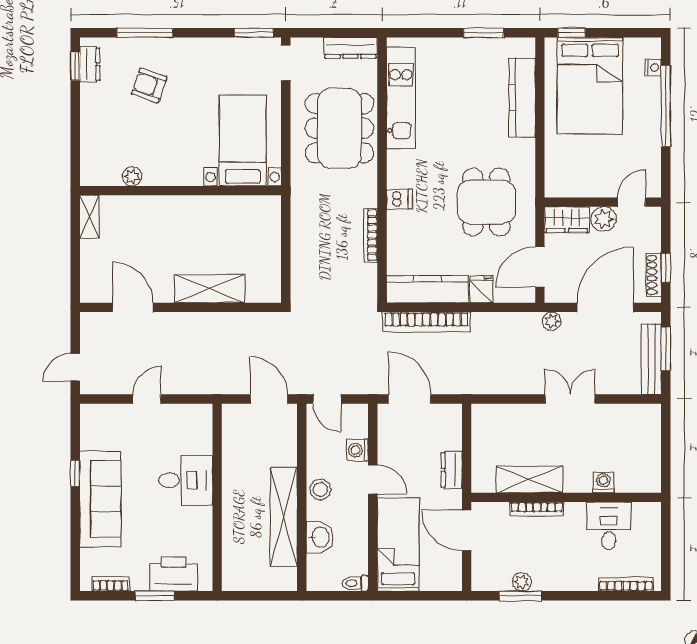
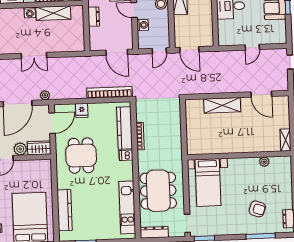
kitchen counter: (427, 289) -> (125, 128), moved, turned 90
door: (327, 399) -> (159, 51), swing flipped
washing machine: (603, 482) -> (30, 13), moved

